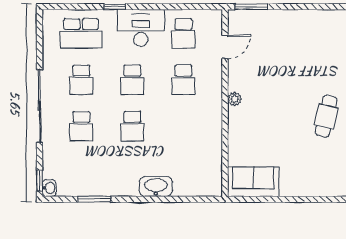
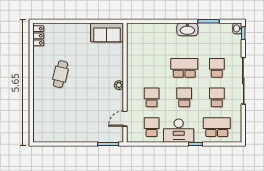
school desk: (132, 126) -> (184, 68), width x1.85
washbasin: (156, 186) -> (187, 29), moved

